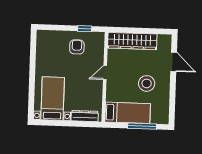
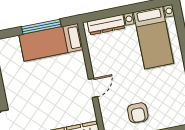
stool: (147, 83) -> (35, 87), removed
window: (142, 126) -> (41, 27), moved

